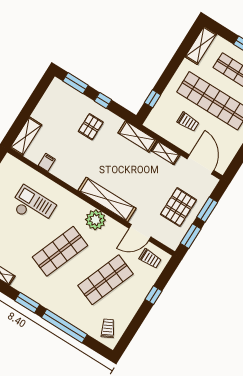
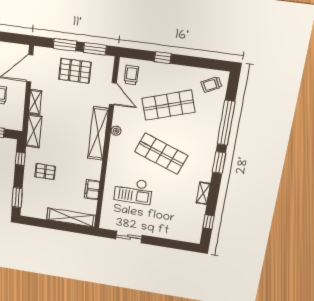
window: (103, 100) -> (20, 159), moved
shelving: (26, 136) -> (71, 218), width x1.47
filing cabinet: (47, 162) -> (92, 190), width x2.00
checkout: (33, 206) -> (133, 191), turned -90
plant: (95, 220) -> (116, 131), width x0.53, depth x0.53
shop shelf: (106, 280) -> (168, 105), turned -39

